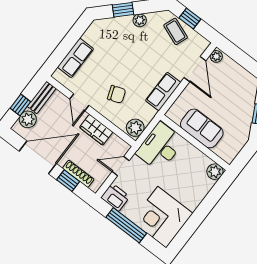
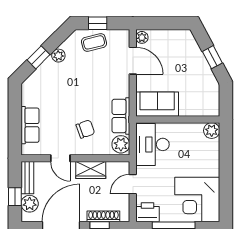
coffee table: (176, 31) -> (94, 42), turned -35
row of seats: (163, 91) -> (121, 116), moved
sofa: (202, 128) -> (157, 104), moved

